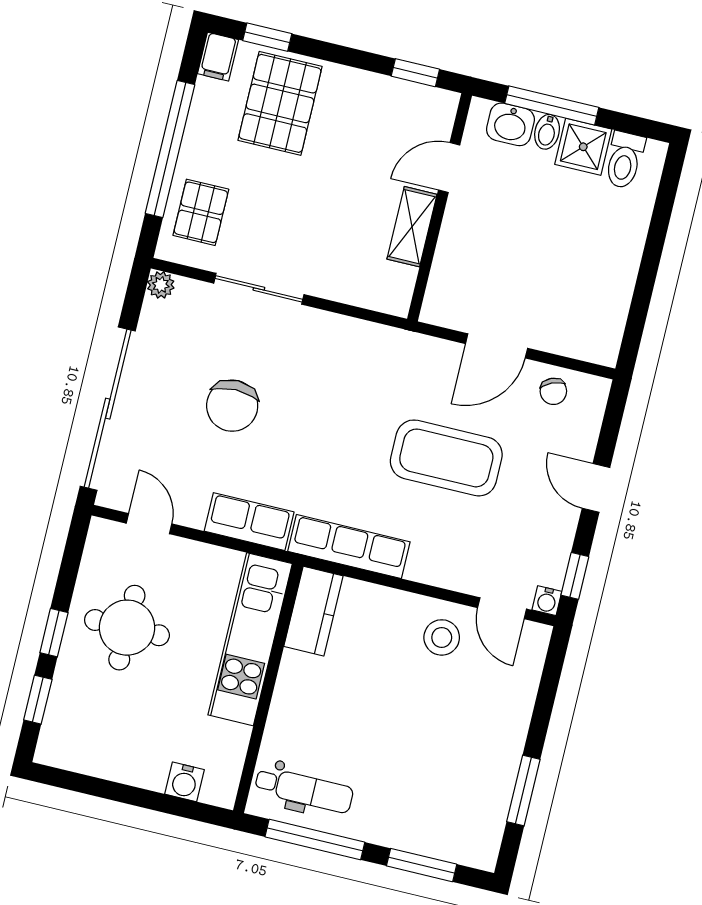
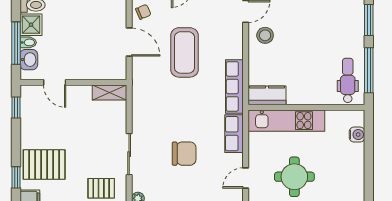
shelving: (412, 227) -> (109, 93), moved

